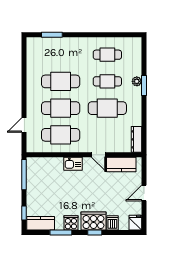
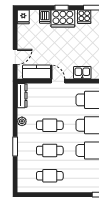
plant: (137, 81) -> (22, 121), moved
cafe table: (107, 108) -> (50, 125), width x0.73, depth x0.74
door: (144, 193) -> (15, 57), moved

